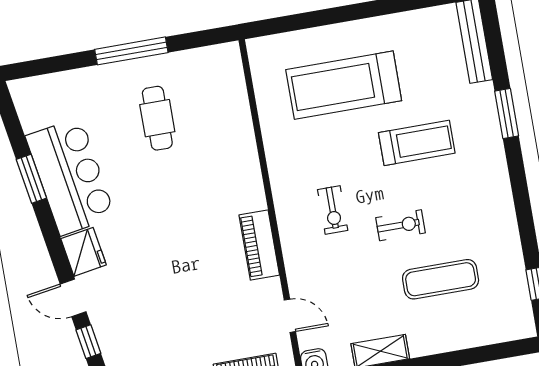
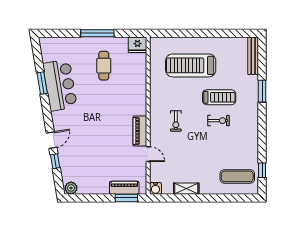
exercise bike: (401, 225) -> (219, 121), moved
fridge: (84, 252) -> (138, 45), moved, turned 99
exercise mat: (441, 279) -> (237, 176), moved
door: (73, 298) -> (52, 140), swing flipped
door: (290, 316) -> (148, 154), moved

